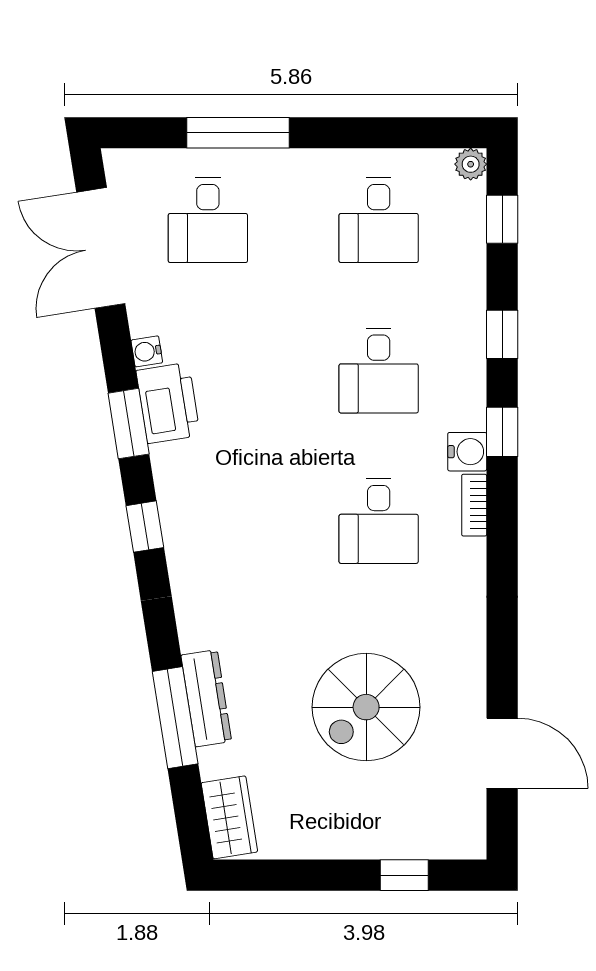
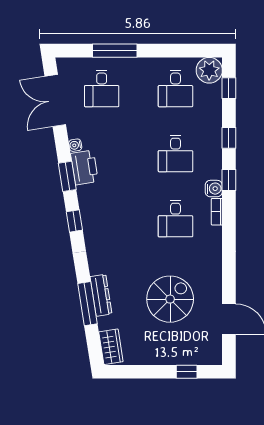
plant: (471, 164) -> (209, 70), width x1.87, depth x1.87
spiral stairs: (366, 707) -> (170, 299), turned 180

